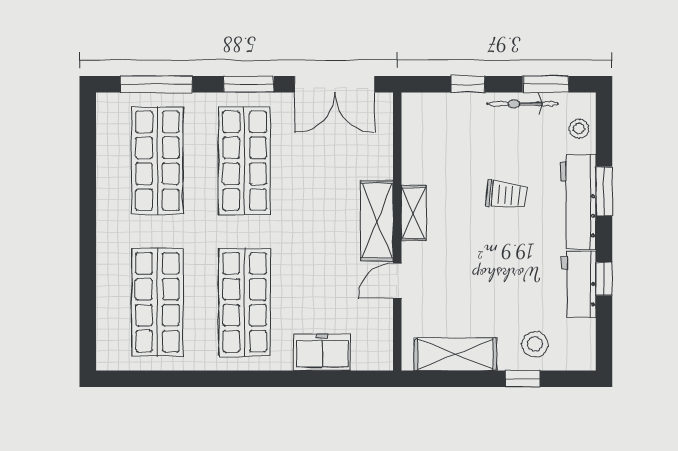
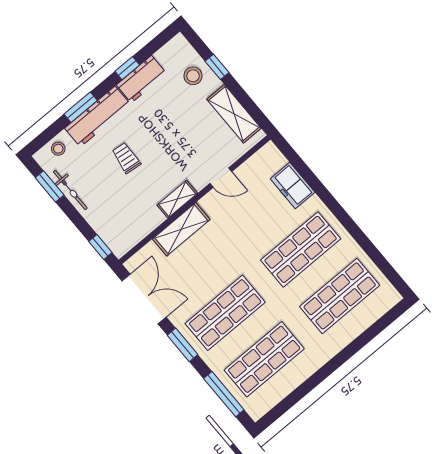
window: (468, 84) -> (100, 247), moved
shelving: (377, 221) -> (181, 229), moved

